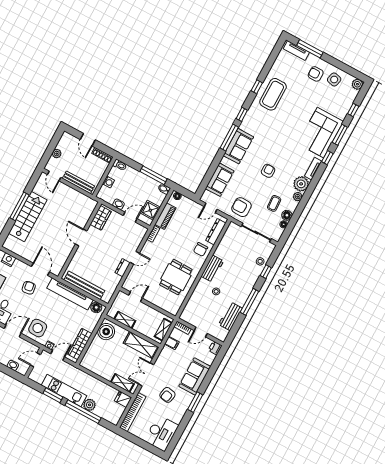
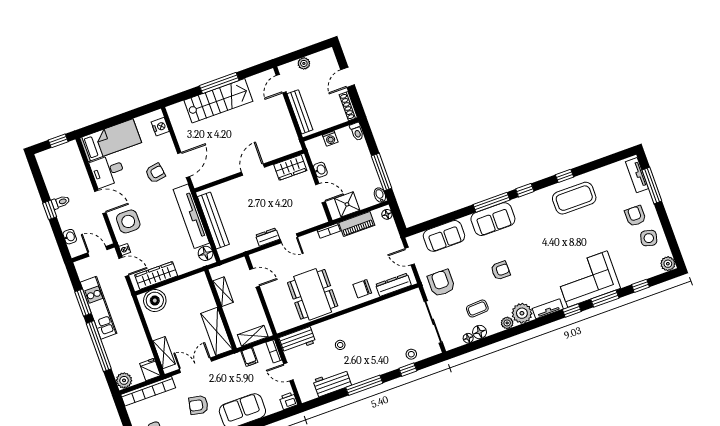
workbench: (212, 269) -> (297, 340), moved
dining table: (176, 277) -> (313, 294), width x1.38
boiler: (106, 332) -> (155, 300), moved
plant: (90, 405) -> (124, 380), moved

